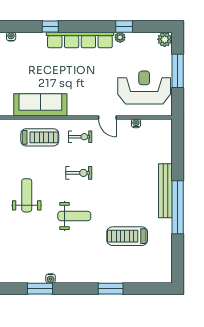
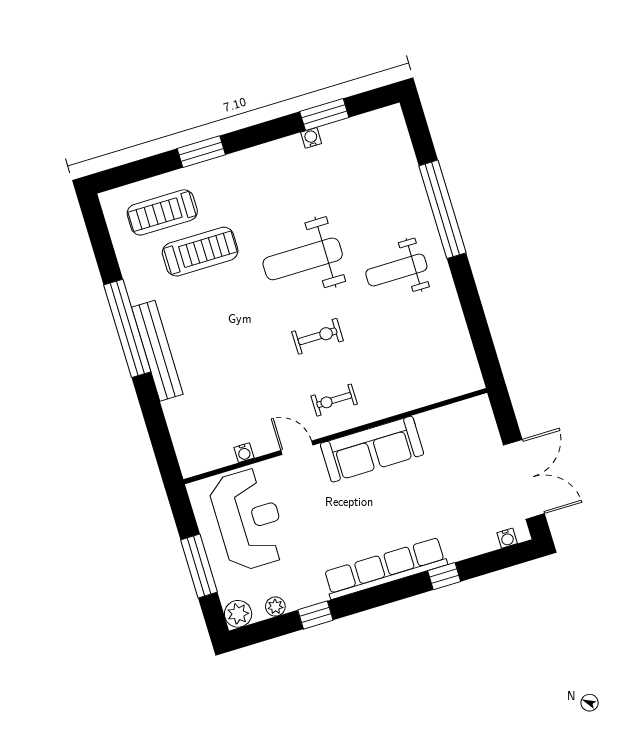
plant: (120, 37) -> (275, 607), moved
reception desk: (144, 88) -> (249, 519), turned -90
sofa: (40, 105) -> (372, 449), moved
treadmill: (40, 137) -> (162, 212), moved
exercise bike: (79, 173) -> (318, 336), turned 180
weight bench: (27, 195) -> (396, 270), turned 90
weight bench: (74, 216) -> (303, 259), width x1.36, depth x1.33

